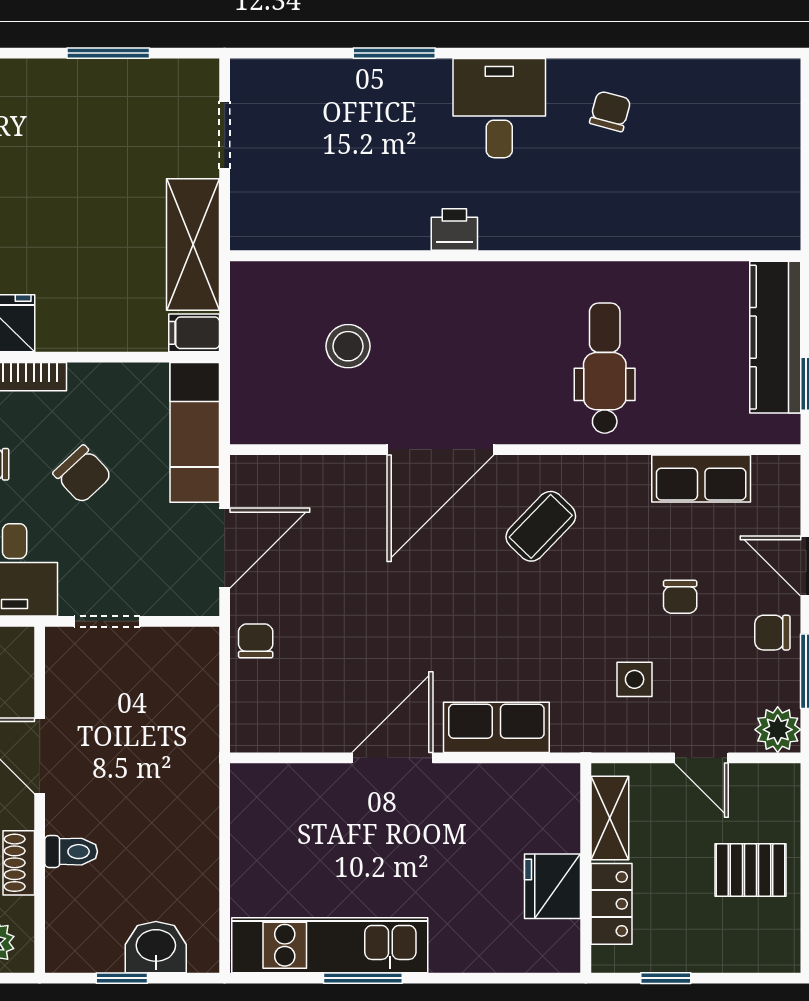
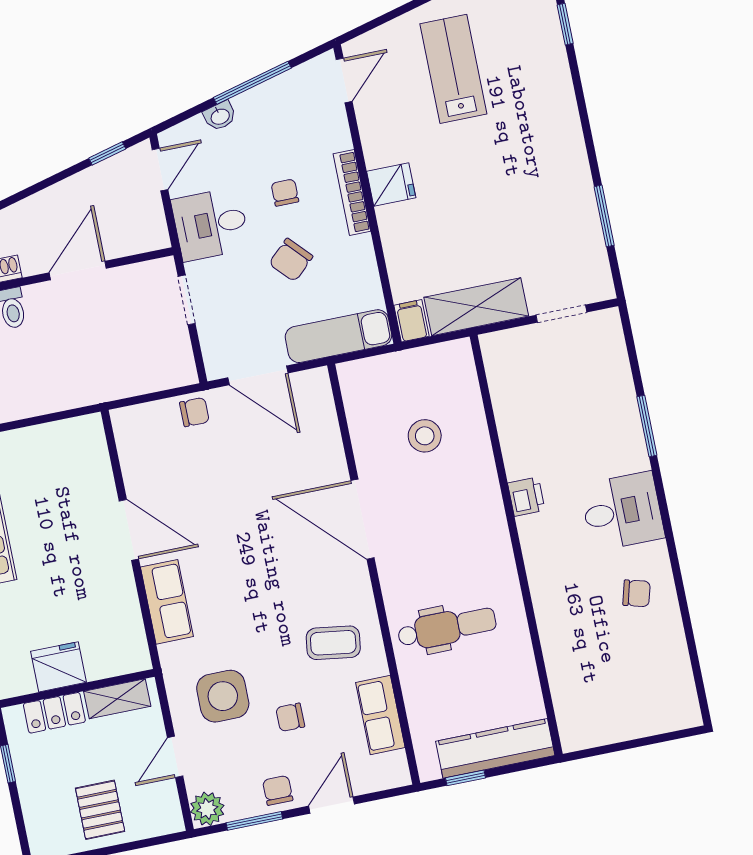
coffee table: (541, 526) -> (333, 643), moved, turned -36
side table: (635, 679) -> (223, 696), width x1.87, depth x1.87

